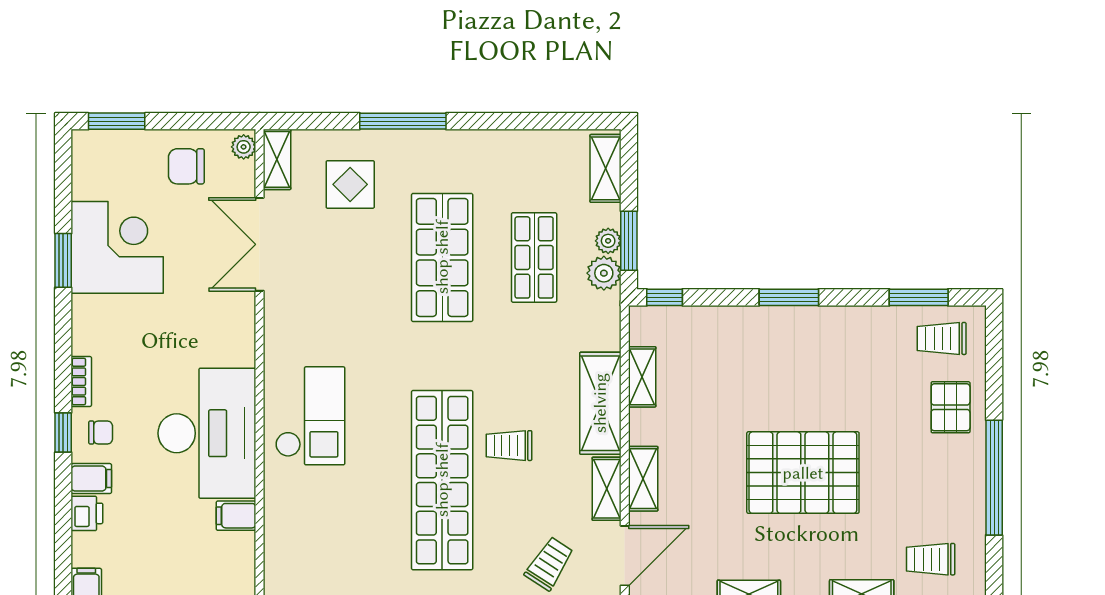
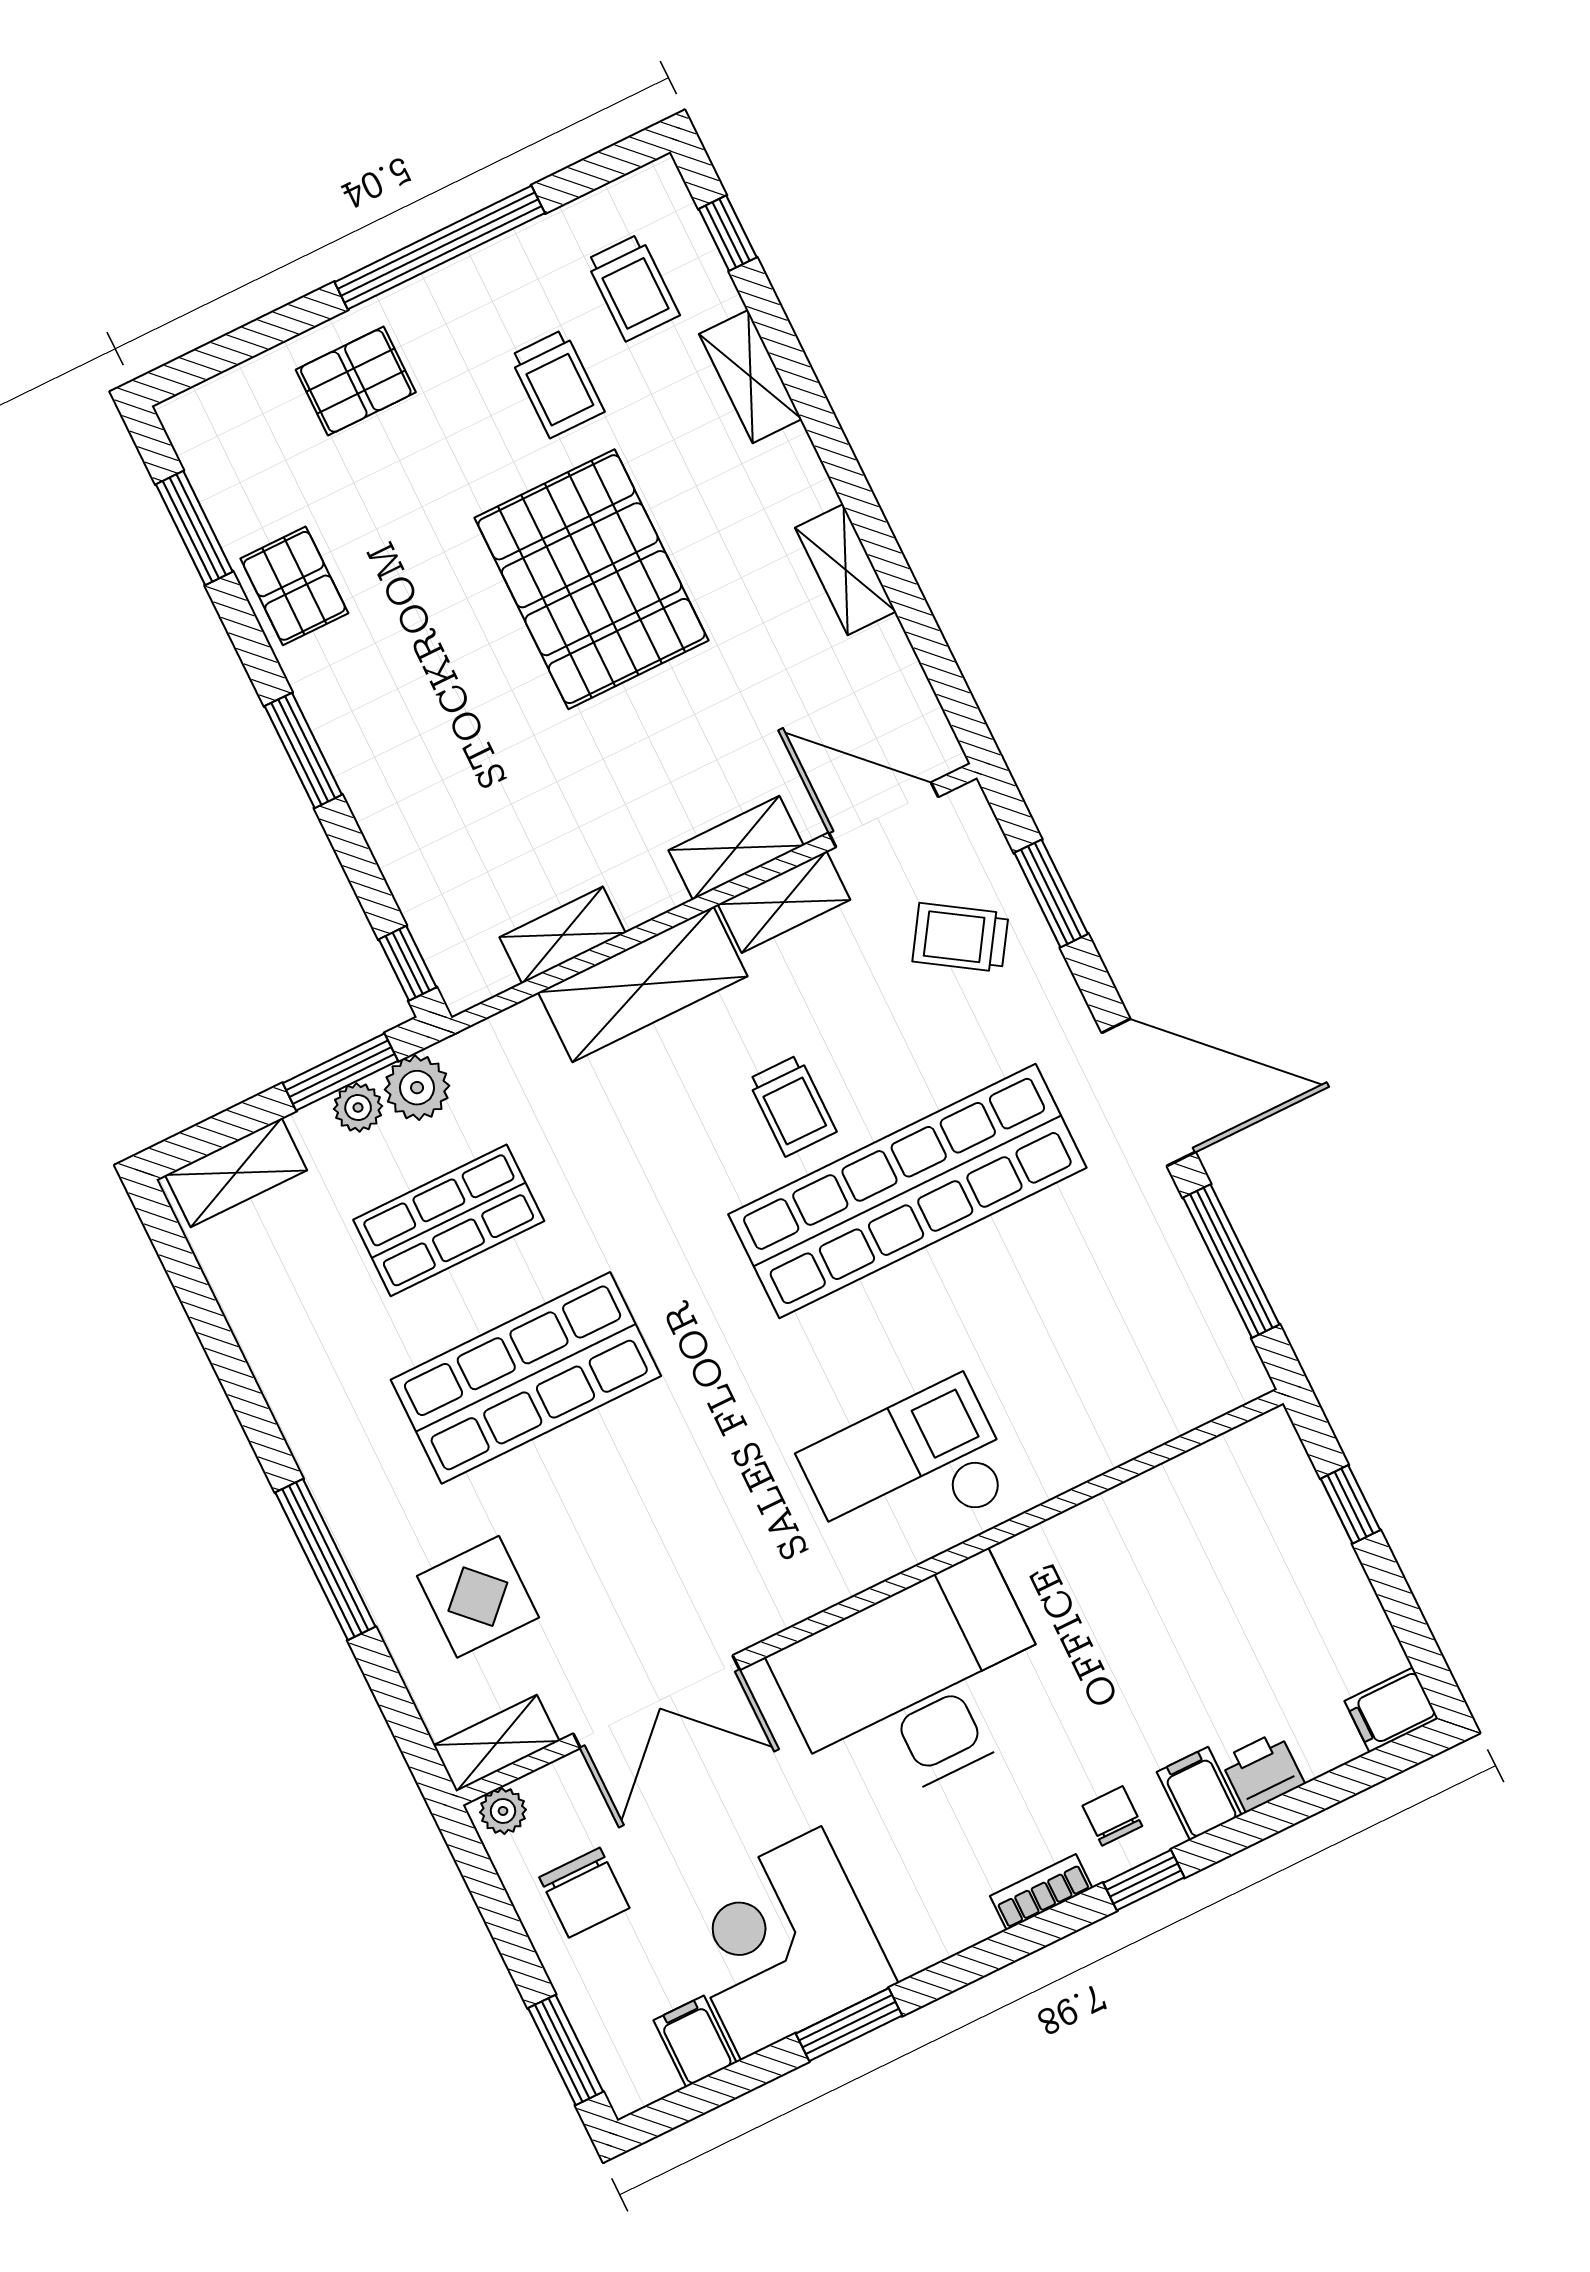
pallet: (868, 331) -> (294, 586), added
trolley: (942, 338) -> (557, 384), moved
desk: (207, 433) -> (917, 1686), moved
filing cabinet: (236, 516) -> (695, 2041), moved, turned 180

